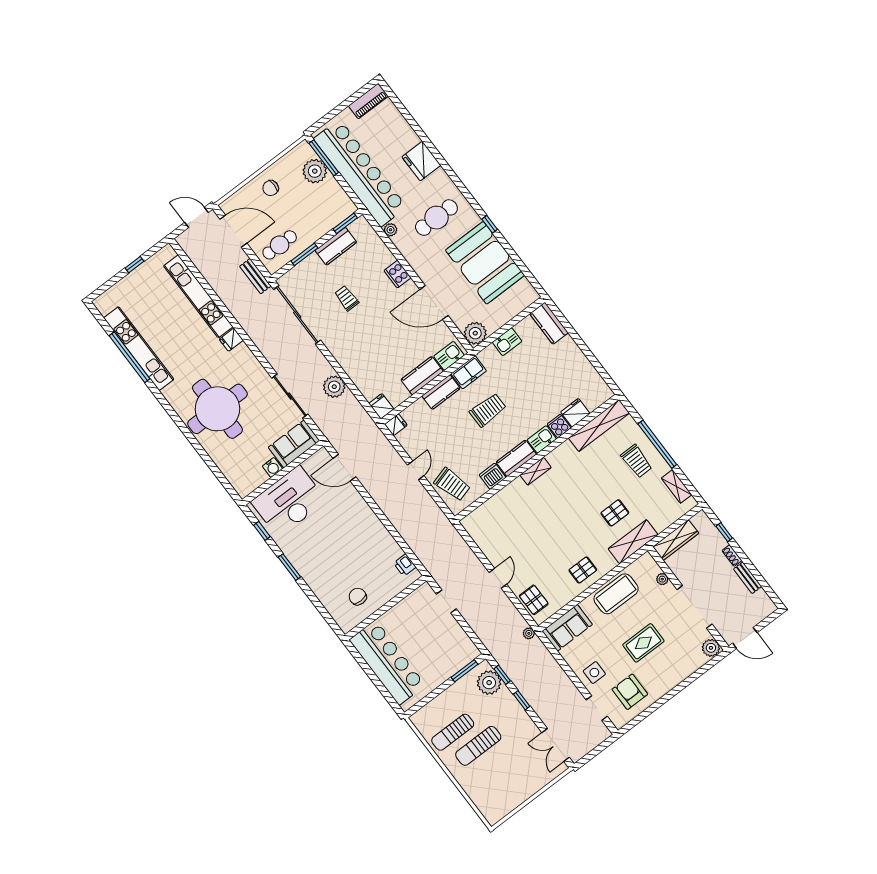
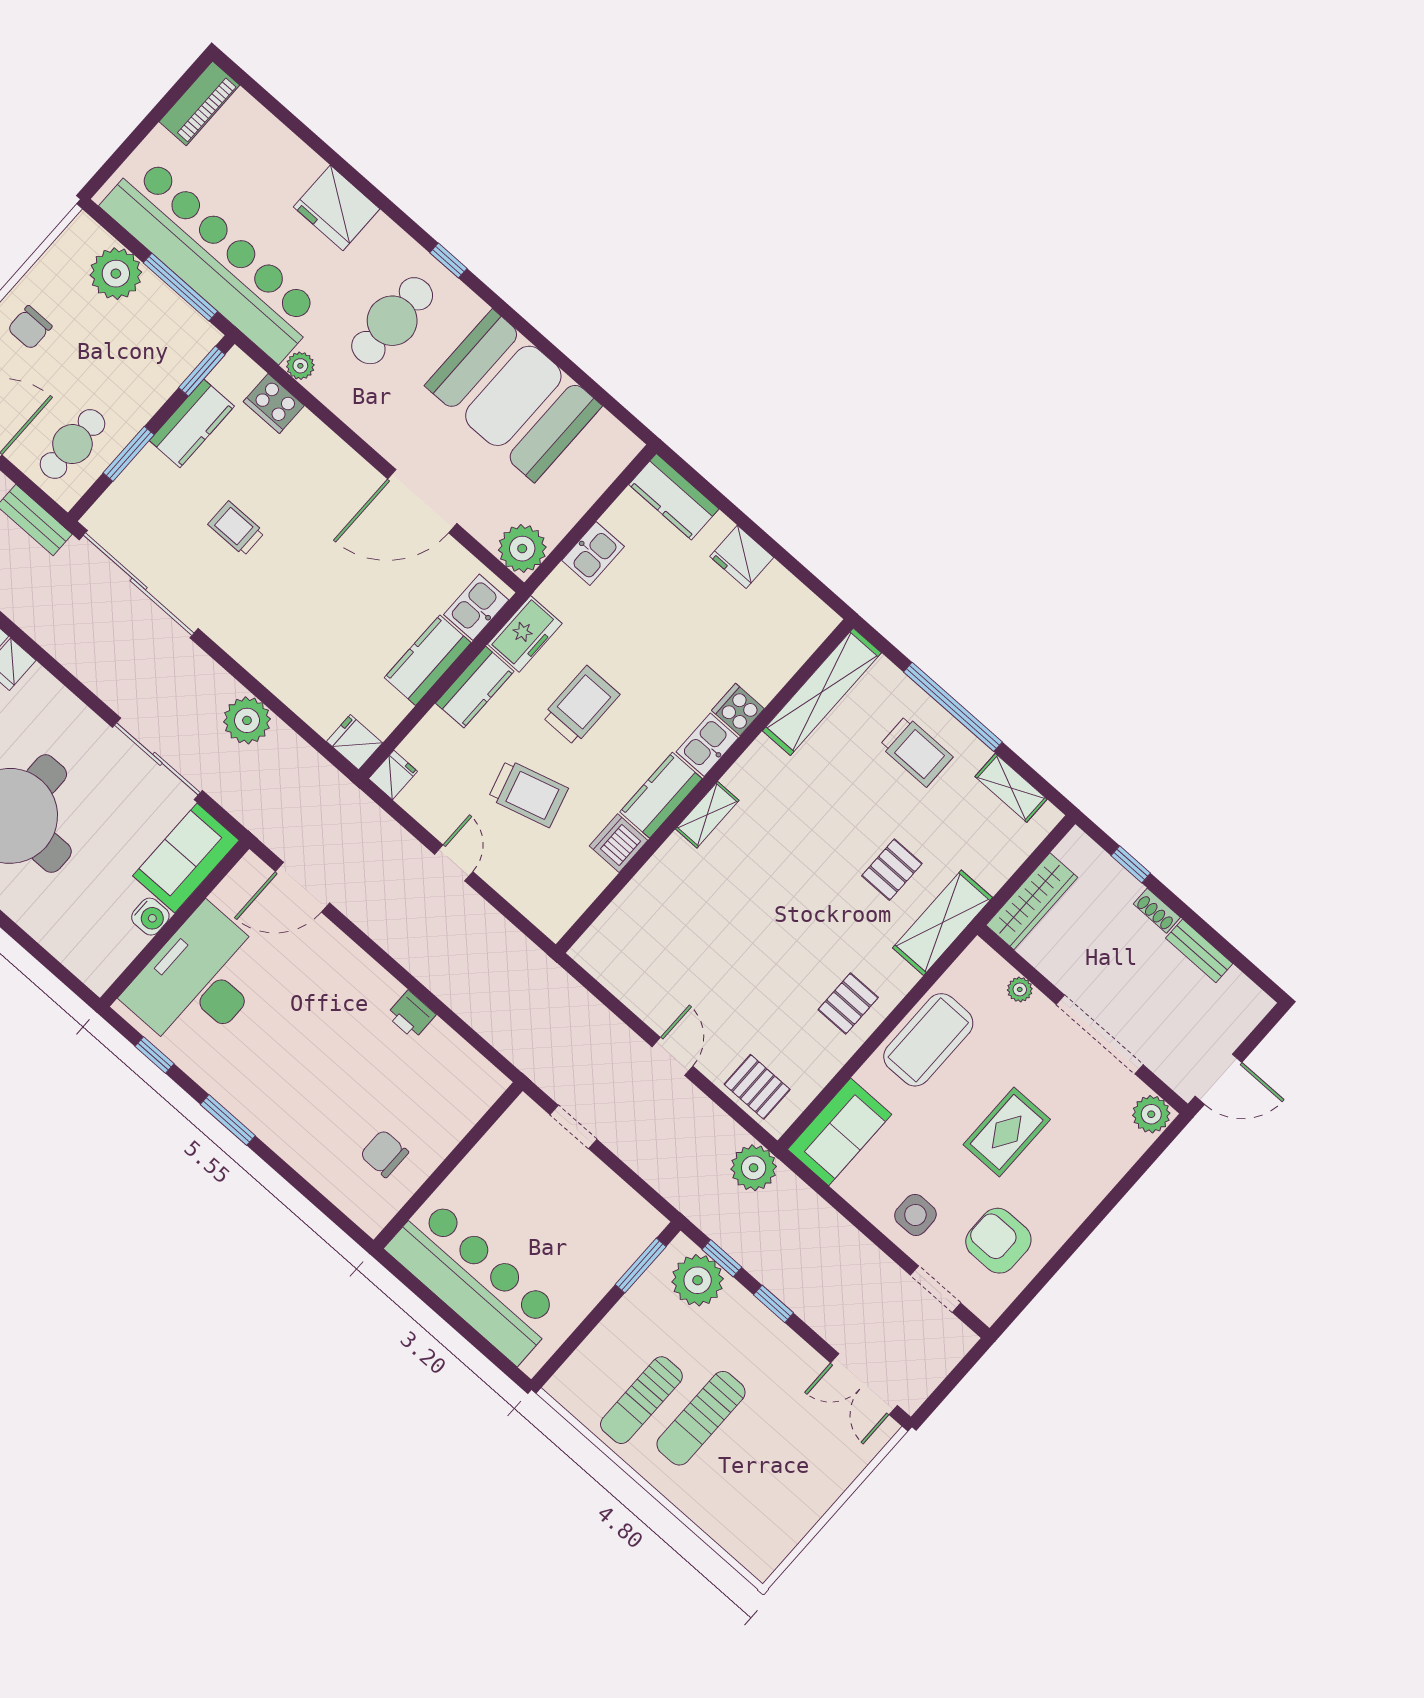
window: (324, 158) -> (180, 287), moved
window: (490, 224) -> (448, 261), moved
cooker: (397, 274) -> (274, 404), moved
fridge: (575, 413) -> (742, 557), moved, turned -90
trolley: (452, 484) -> (528, 793), moved
printer: (405, 565) -> (411, 1015), moved
plant: (529, 633) -> (754, 1168), width x1.88, depth x1.88

